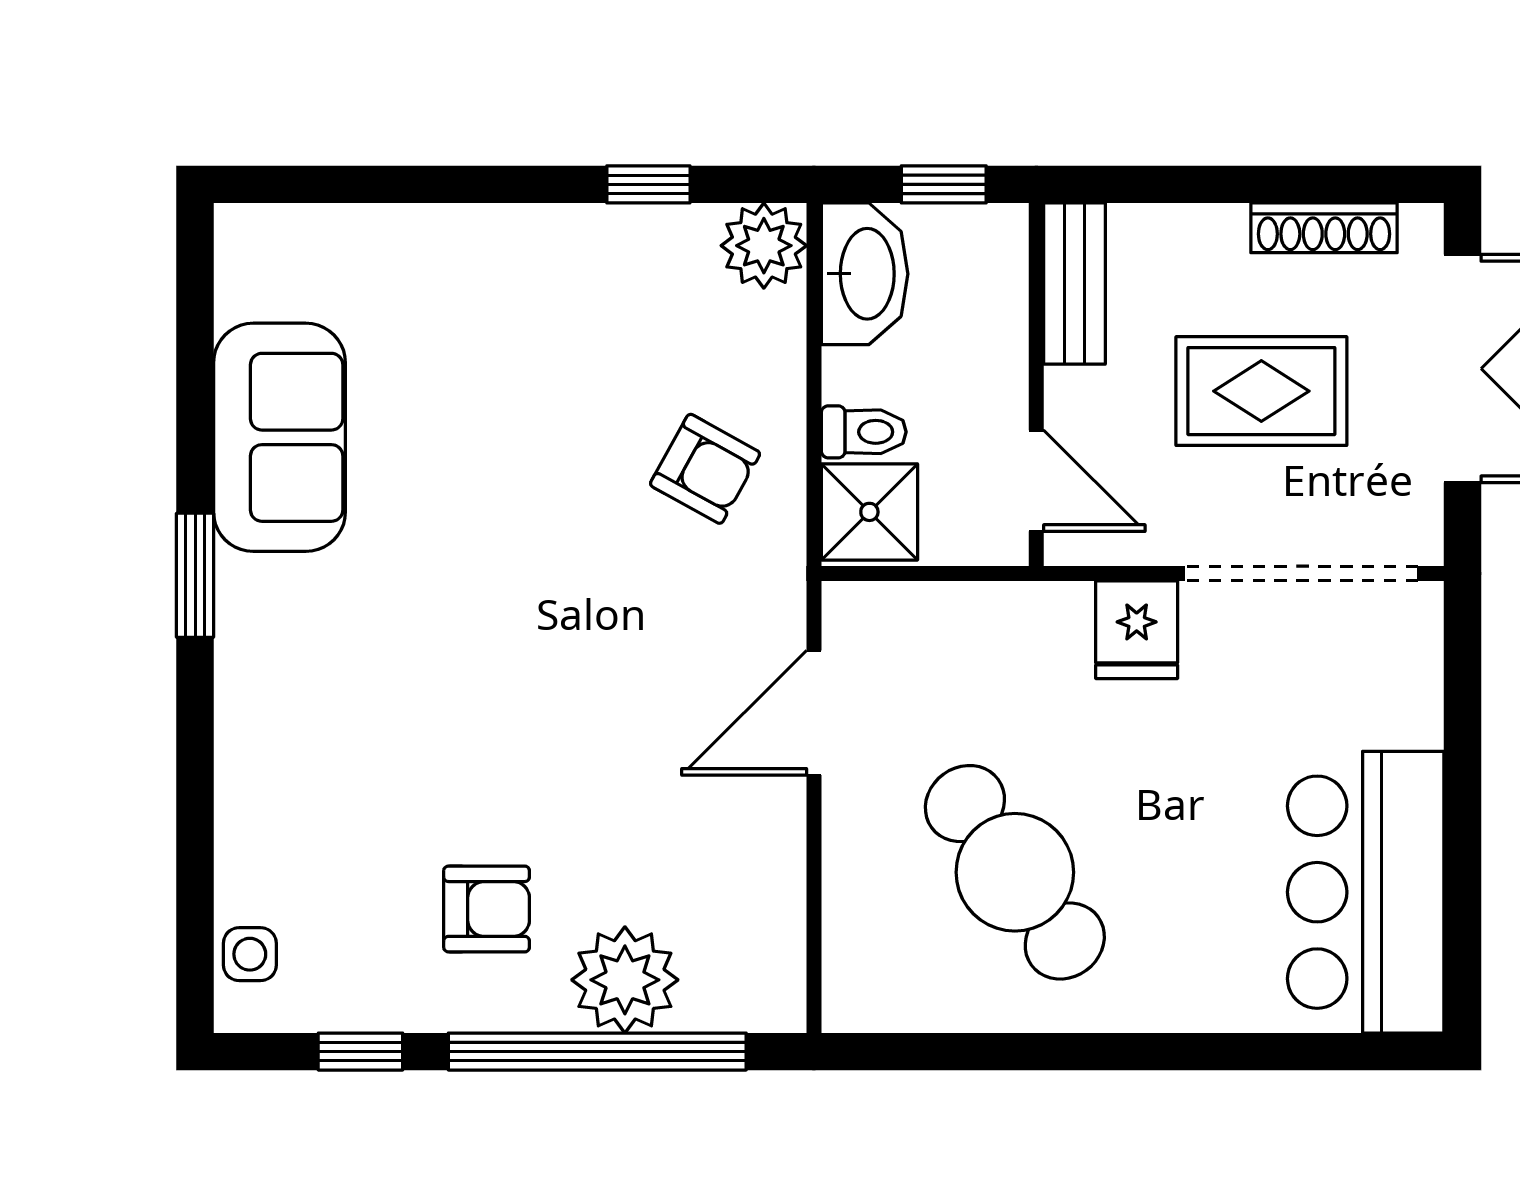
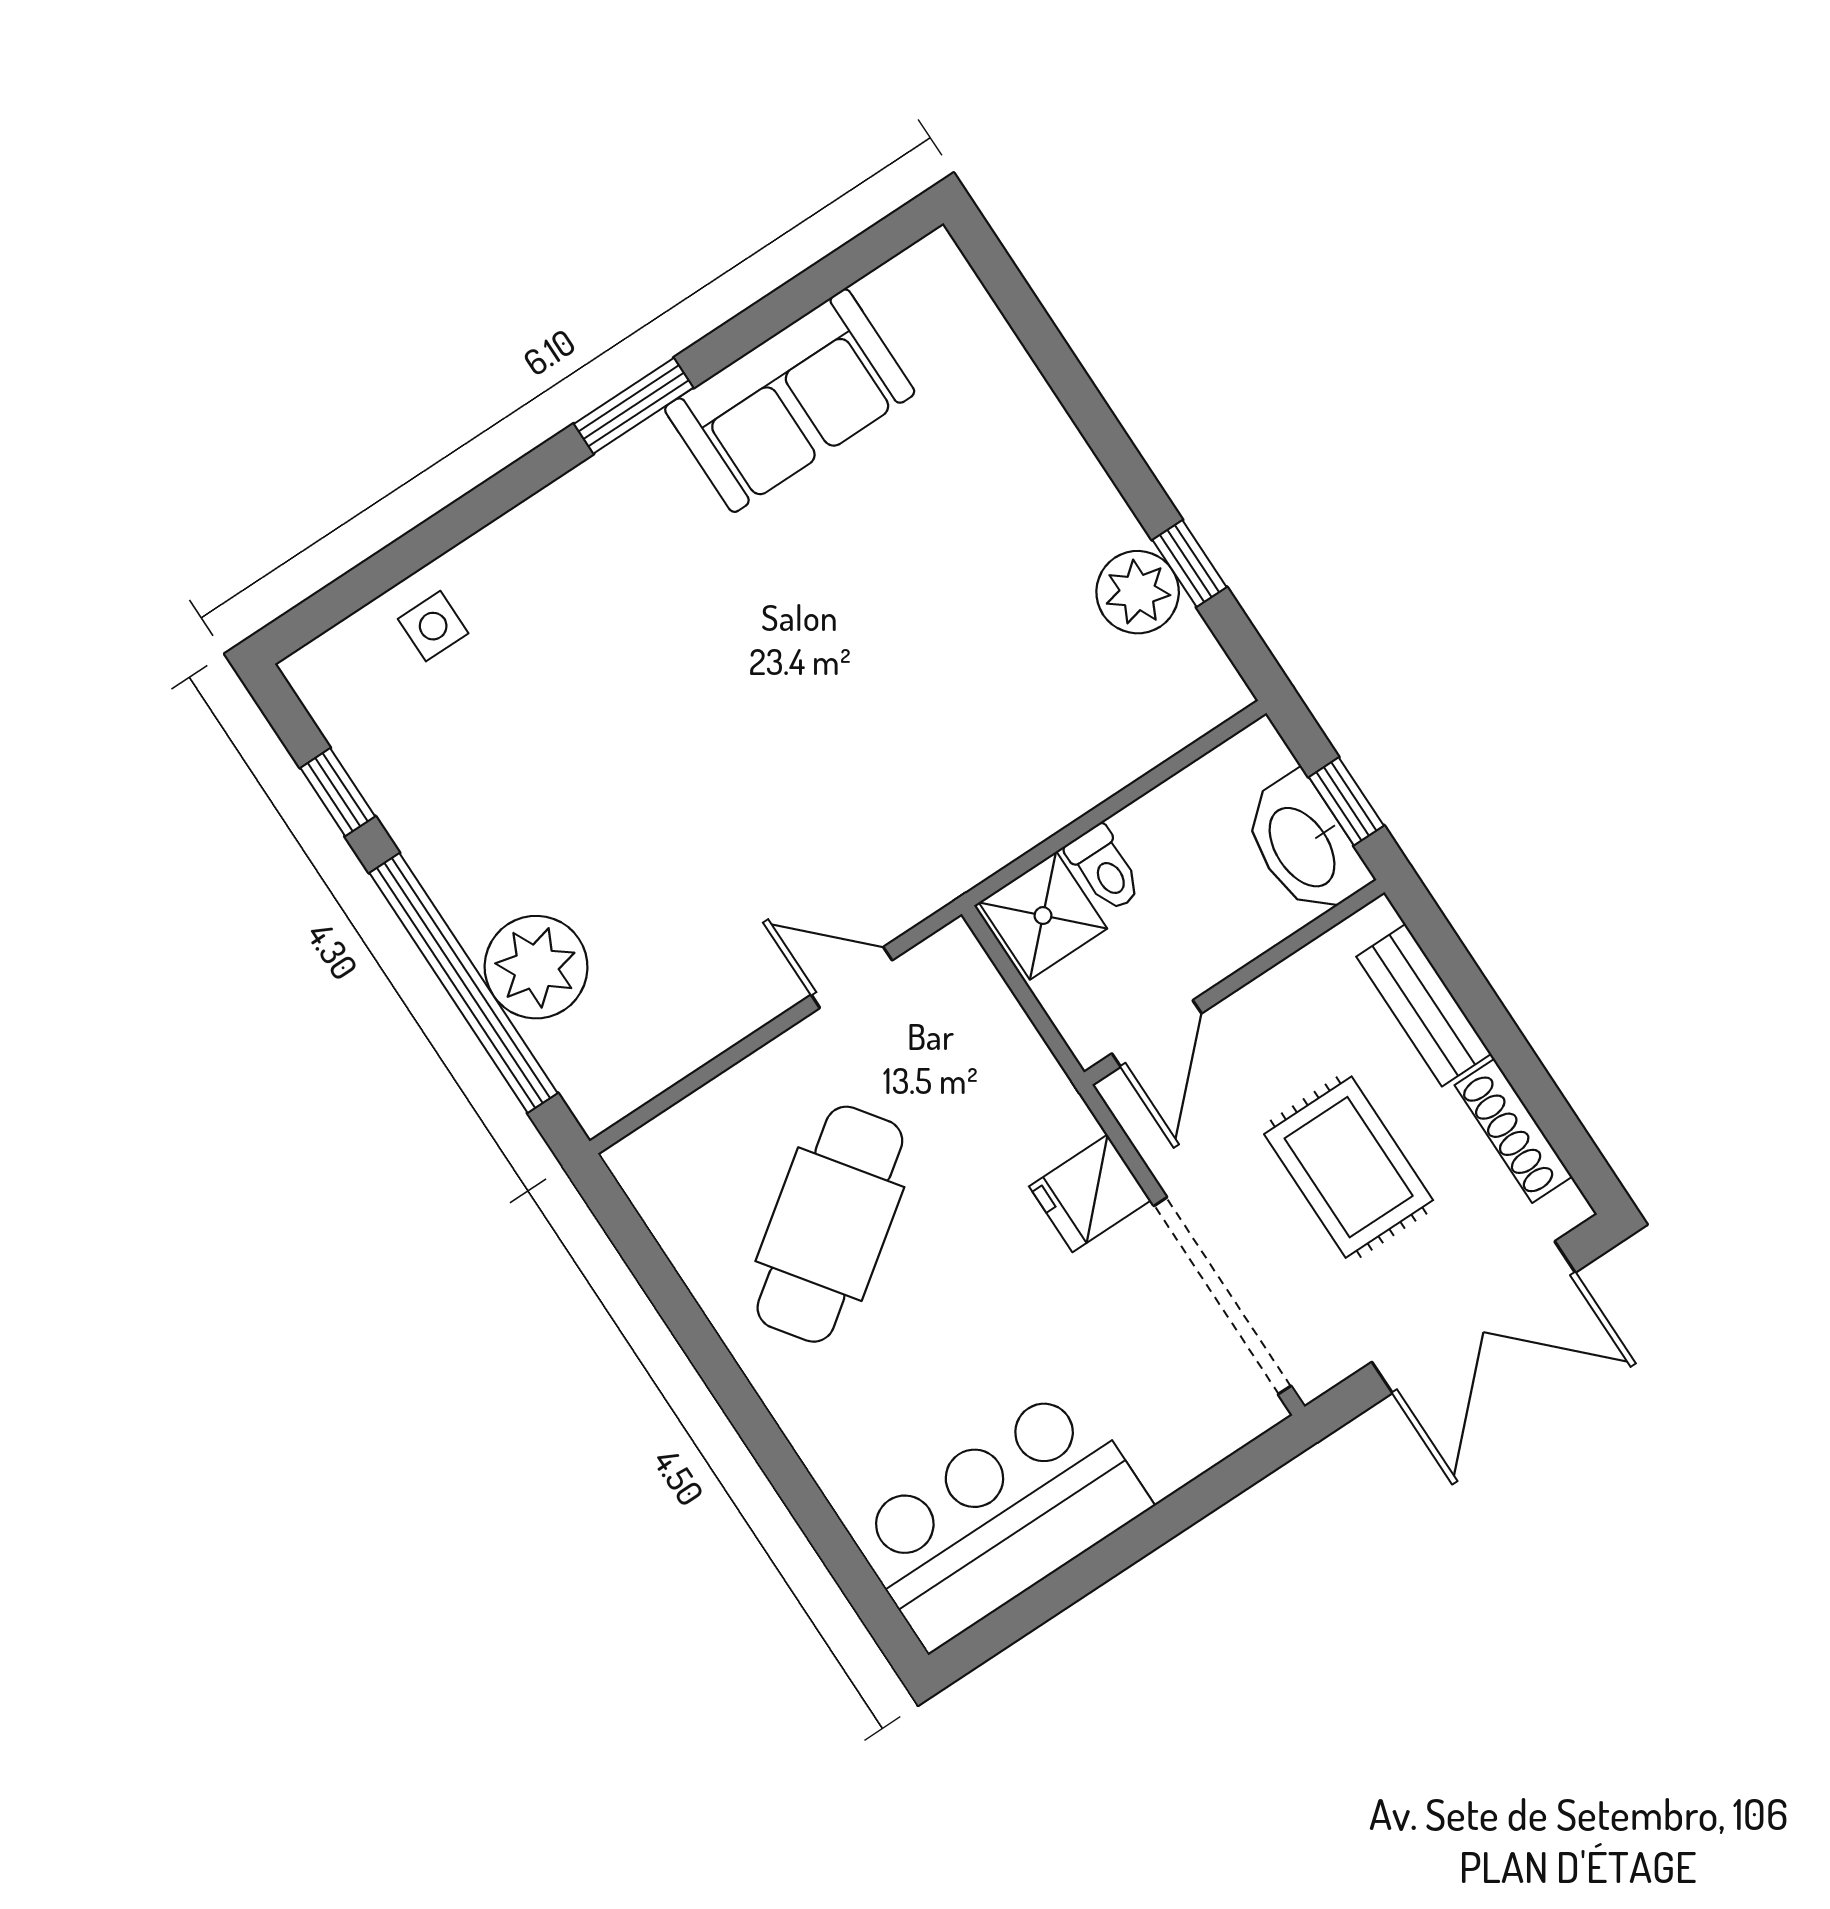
plant: (764, 246) -> (1138, 592), moved
washbasin: (865, 274) -> (1304, 846), moved, turned 90
bench: (1074, 284) -> (1424, 1005), moved, turned 90
armchair: (705, 469) -> (990, 760), removed
door: (814, 713) -> (852, 978), width x0.73
armchair: (487, 909) -> (520, 818), removed
side table: (250, 954) -> (433, 626), moved

